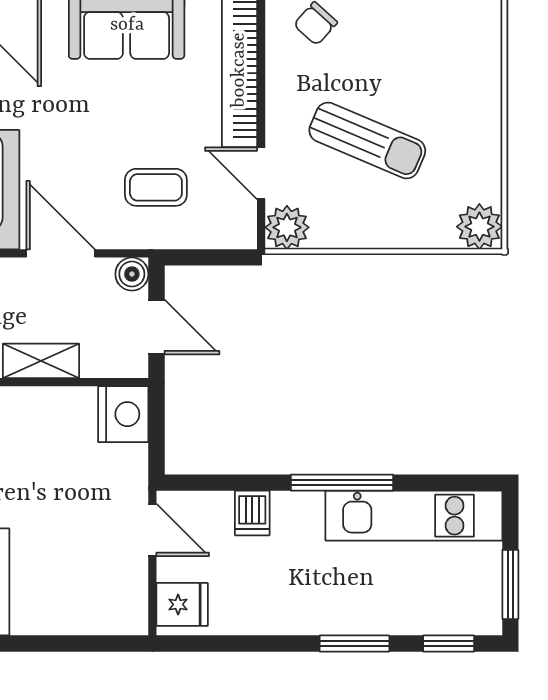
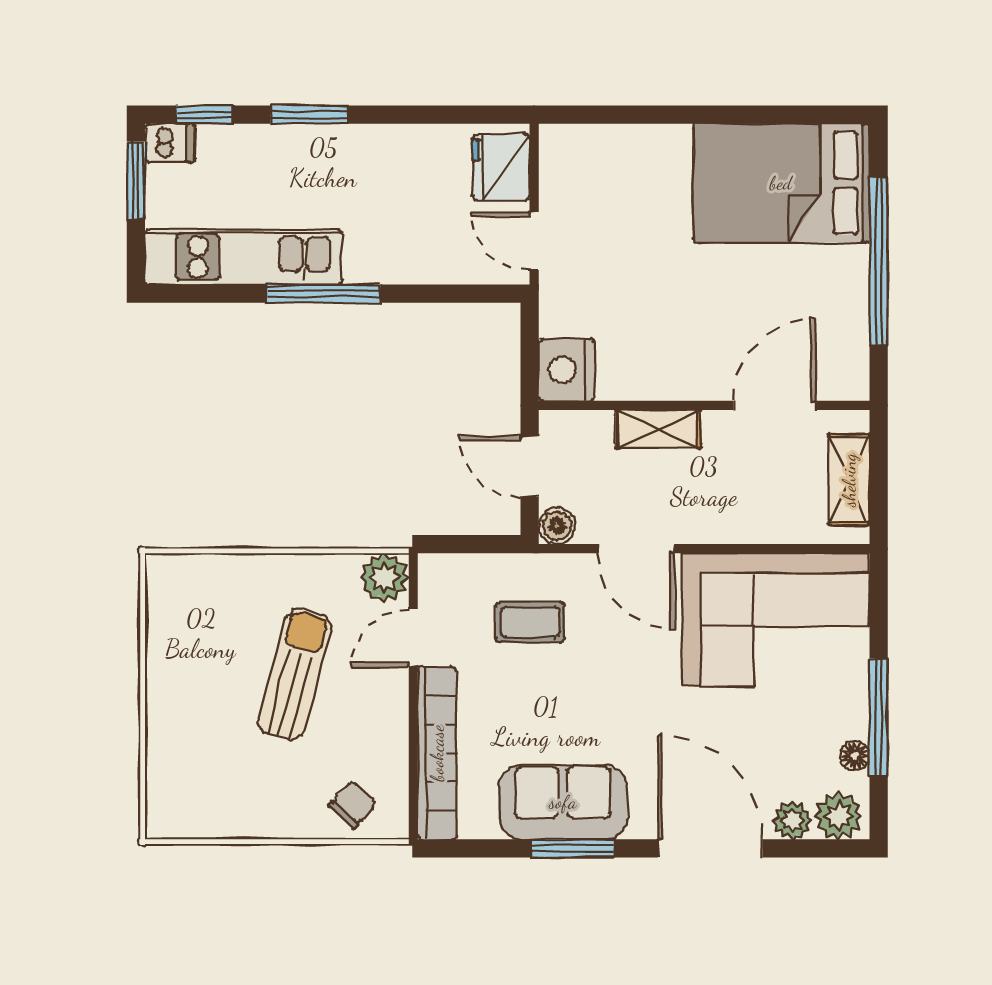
sun lounger: (367, 141) -> (295, 674), turned 82
door: (261, 173) -> (413, 638), swing flipped
plant: (479, 227) -> (170, 578), removed
dishwasher: (252, 513) -> (170, 143), moved, turned 90
fridge: (182, 604) -> (501, 167), width x1.38

